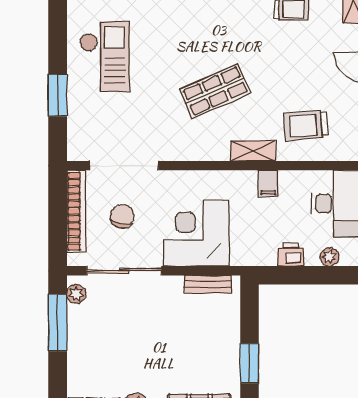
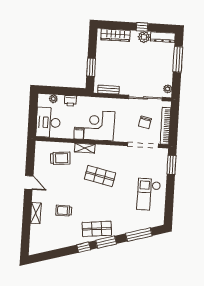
shop shelf: (215, 91) -> (100, 176), turned 36
window: (58, 95) -> (171, 165), moved
corner desk: (196, 233) -> (99, 126), moved, turned 180
window: (58, 323) -> (178, 59), moved
window: (249, 363) -> (91, 67), moved

